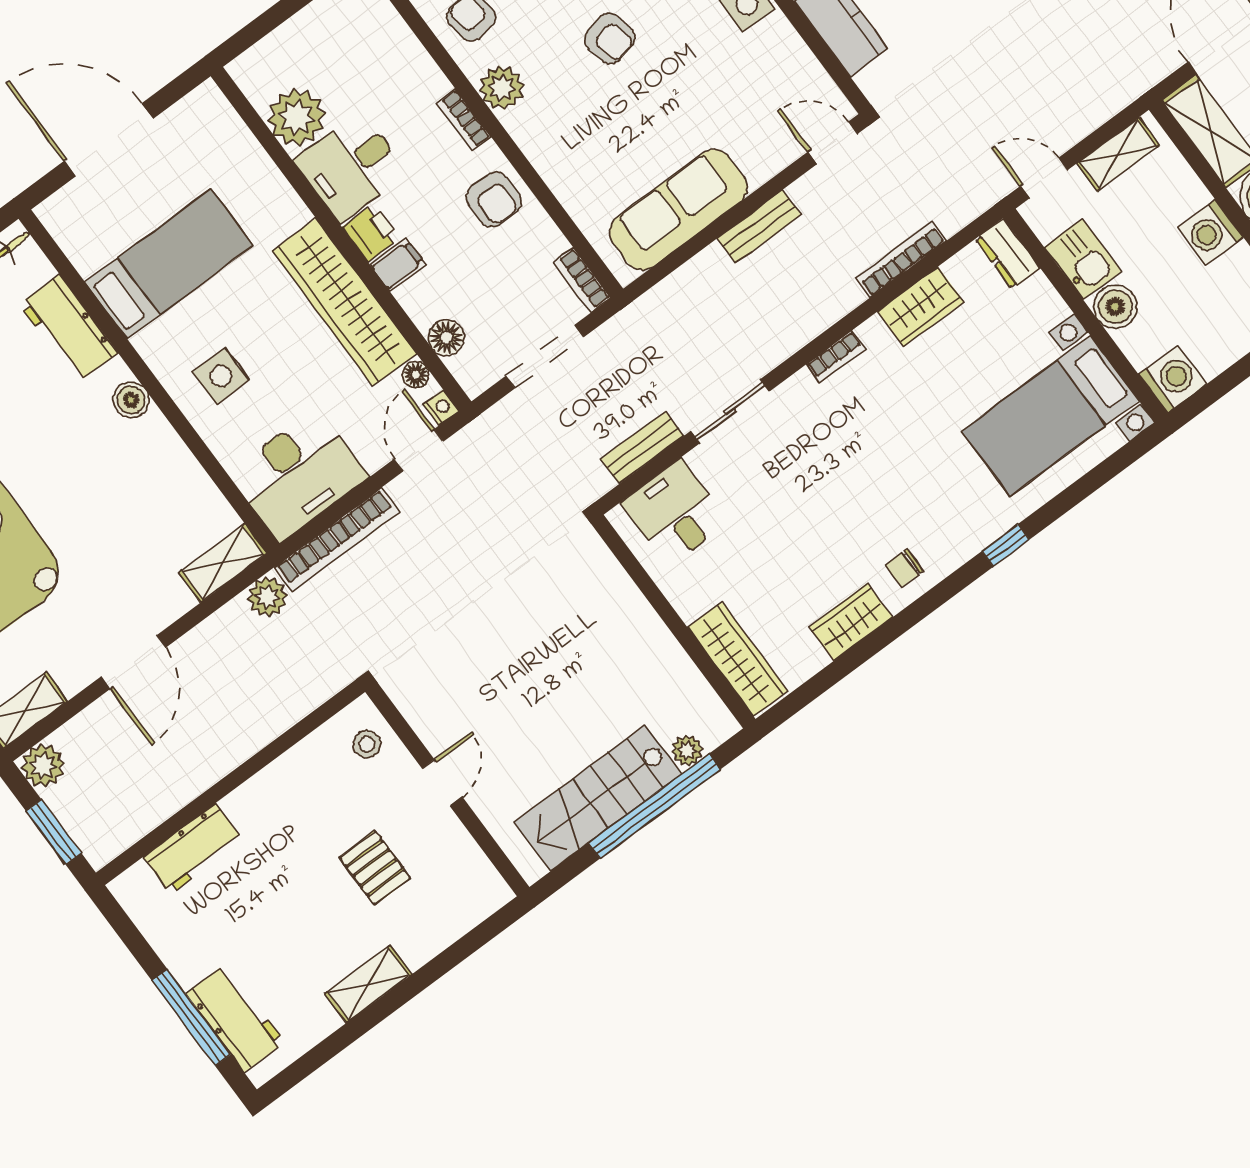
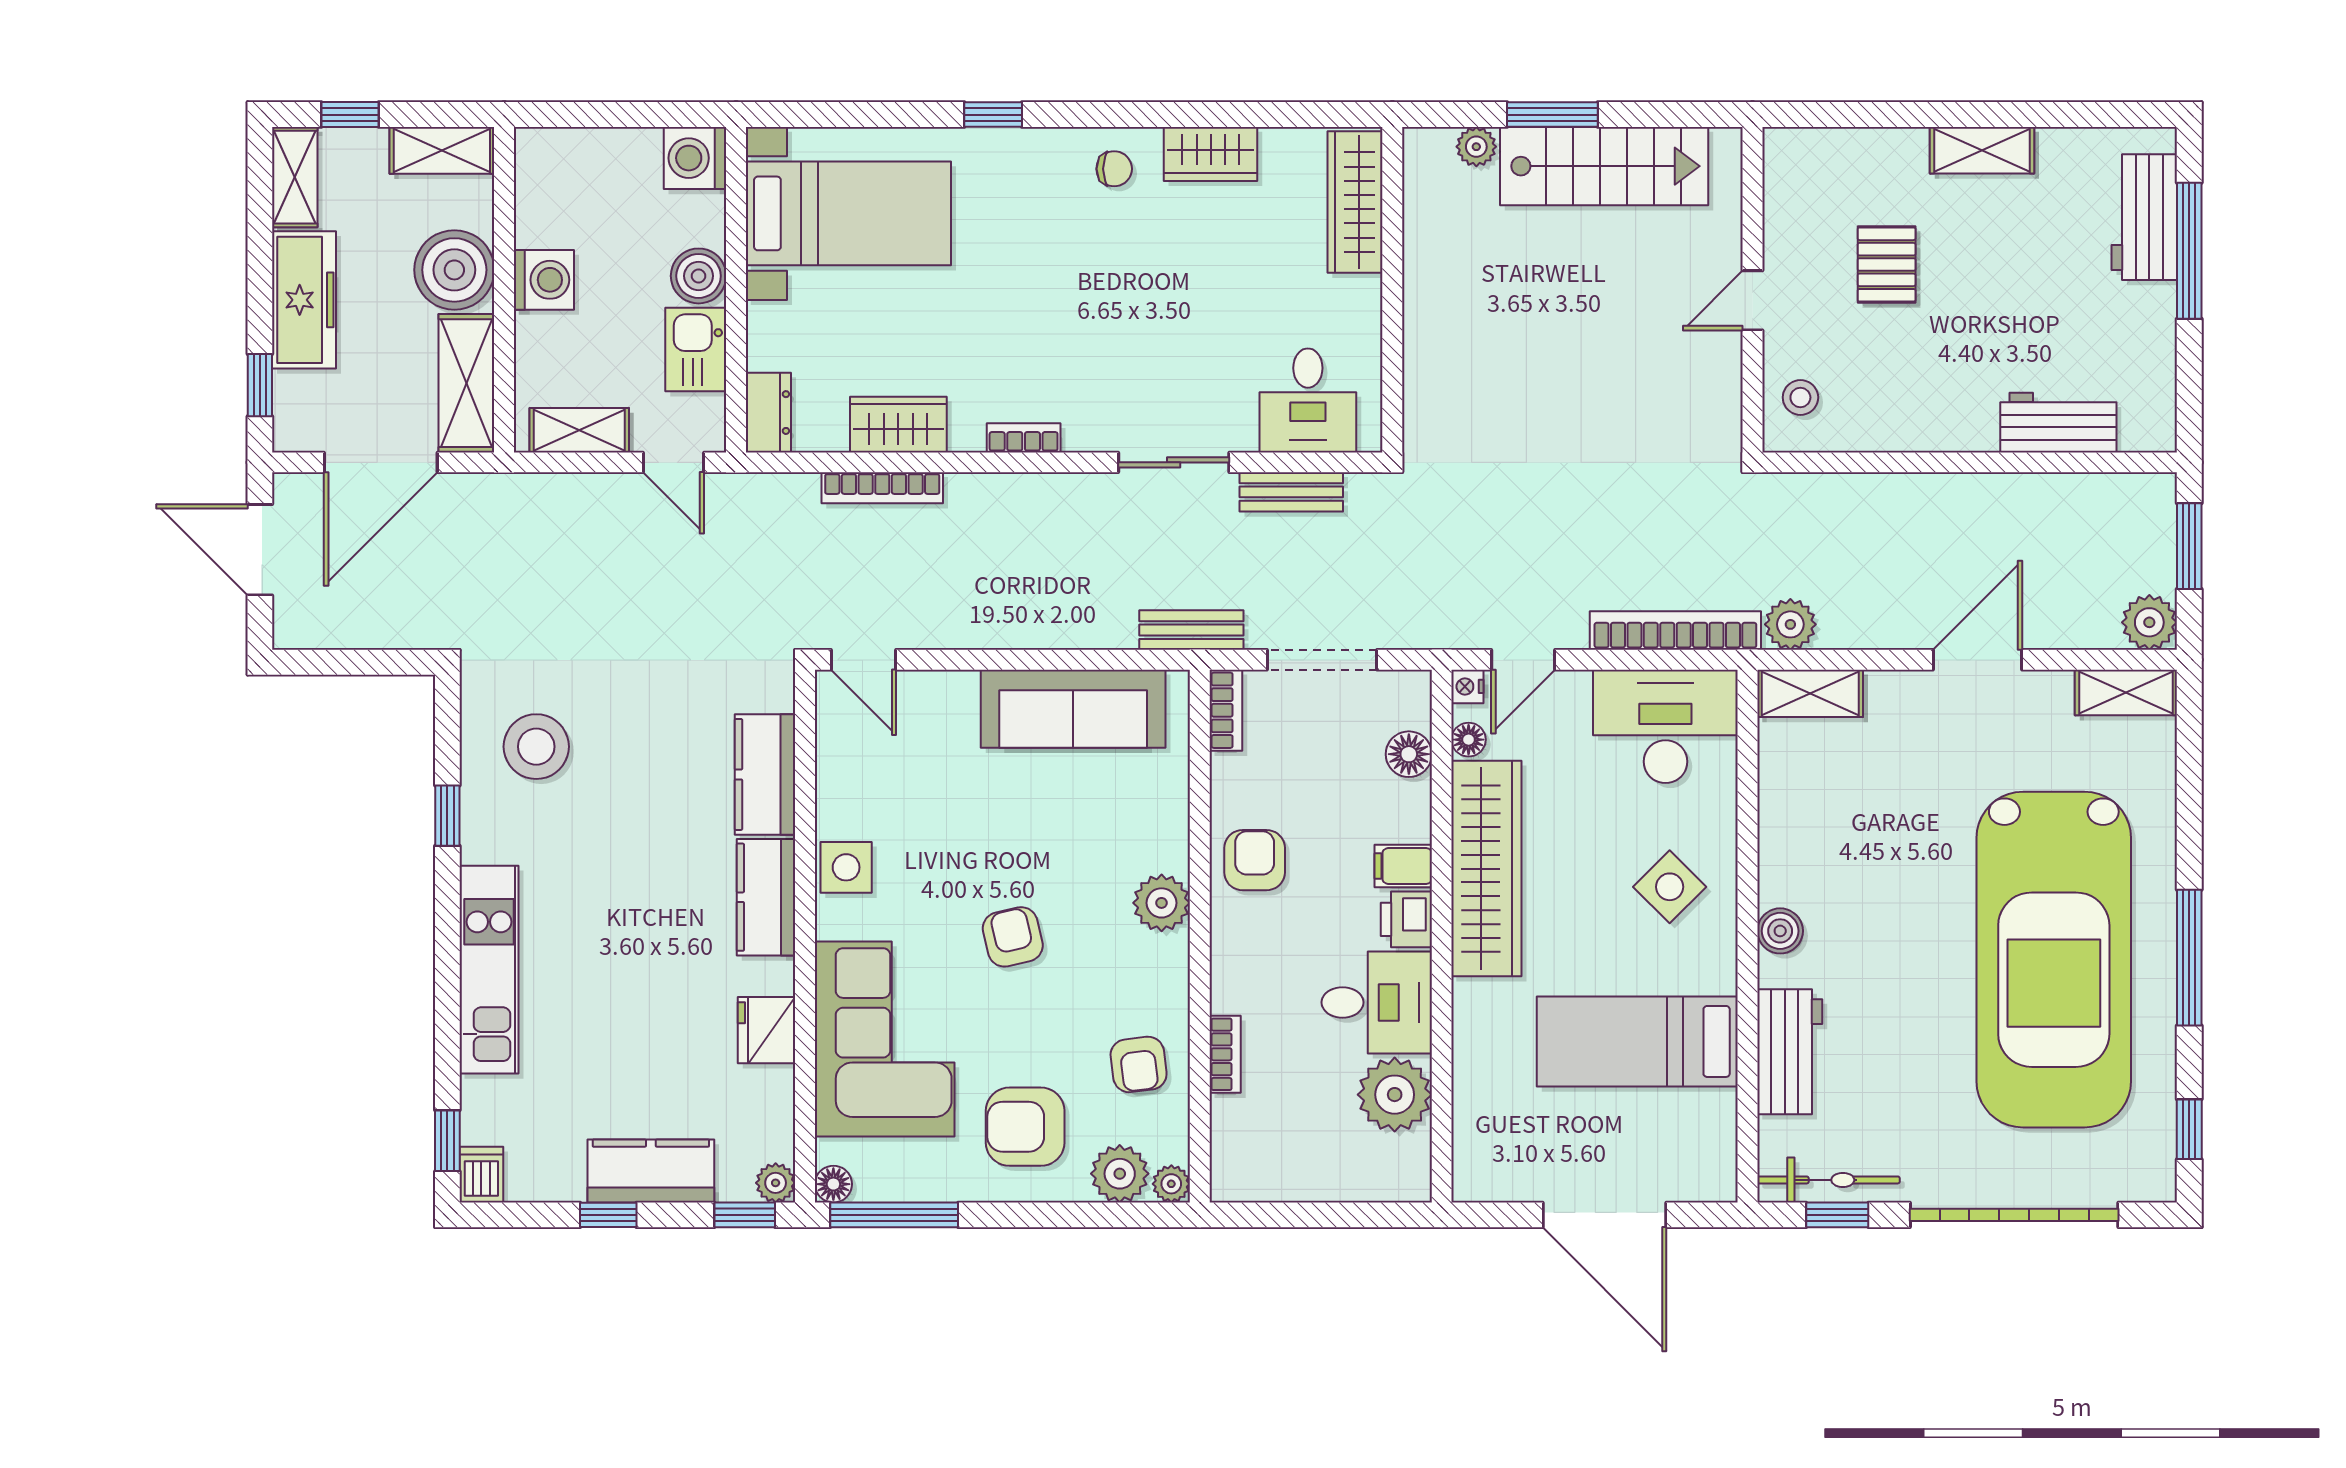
plant: (502, 88) -> (1162, 903), moved
bookcase: (464, 120) -> (1225, 1054), moved
bench: (759, 226) -> (1191, 630), moved
side table: (221, 376) -> (1670, 887), turned 45
window: (655, 806) -> (1552, 115), width x0.47

